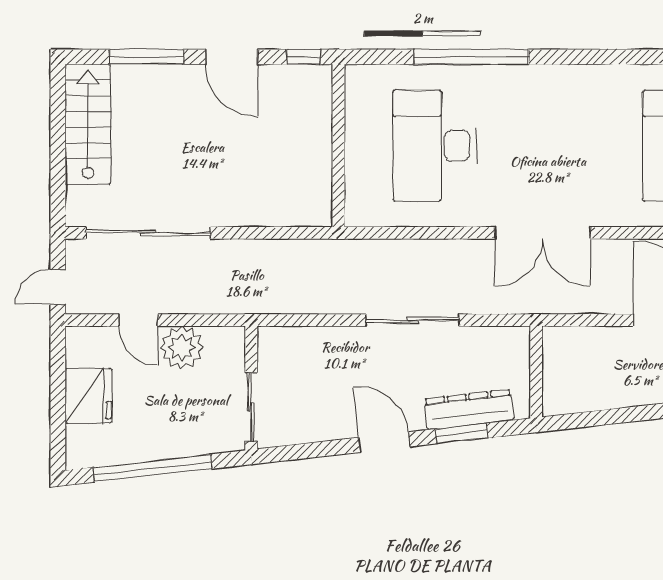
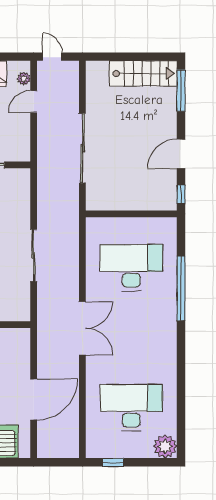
window: (146, 57) -> (181, 91), moved
sliding door: (148, 233) -> (82, 148), moved
double door: (543, 233) -> (82, 328), swing flipped
plant: (182, 347) -> (24, 79), moved, width x0.53, depth x0.53

